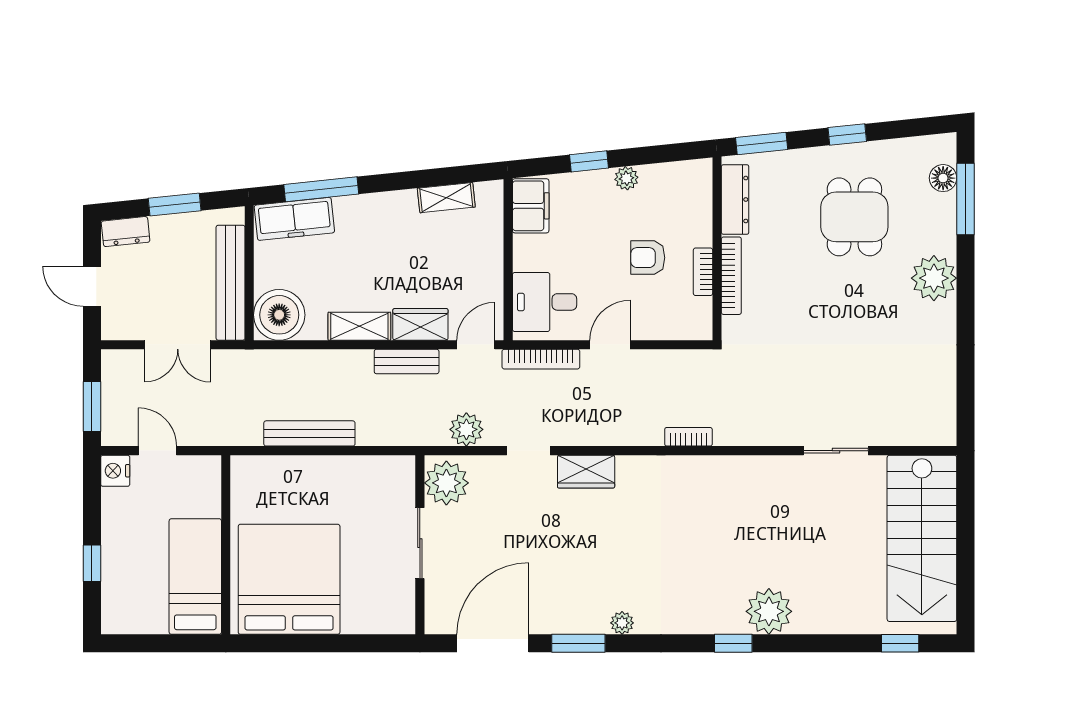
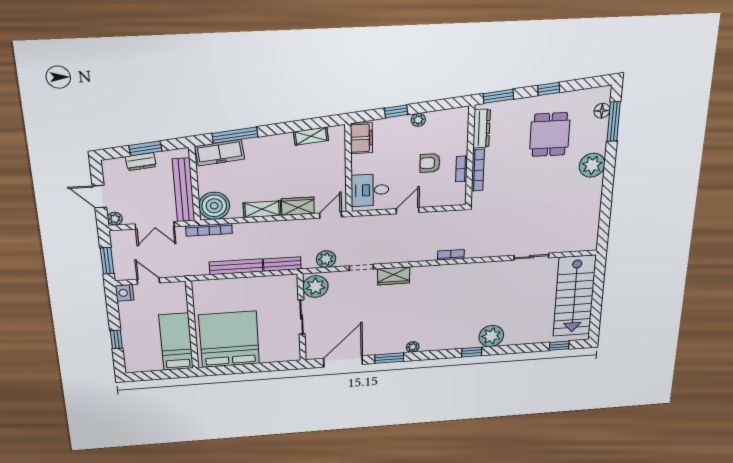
dresser: (126, 232) -> (141, 162), moved
plant: (113, 328) -> (115, 219), added
bookcase: (541, 359) -> (209, 230), moved
bench: (407, 361) -> (282, 264), moved

